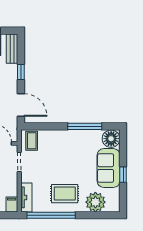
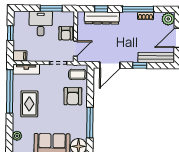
bench: (12, 49) -> (156, 58), width x1.36
armchair: (56, 146) -> (73, 96), added
plant: (95, 202) -> (17, 136), width x0.53, depth x0.53

